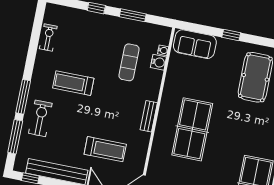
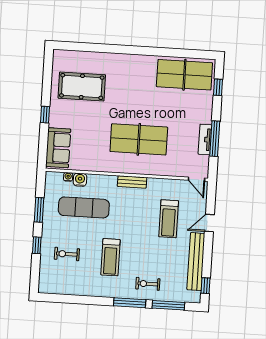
exercise bike: (48, 37) -> (67, 254), moved
exercise mat: (129, 62) -> (84, 207), width x1.36, depth x1.45
exercise bike: (40, 118) -> (148, 284), width x0.73, depth x0.72
treadmill: (105, 149) -> (169, 219), turned 180

